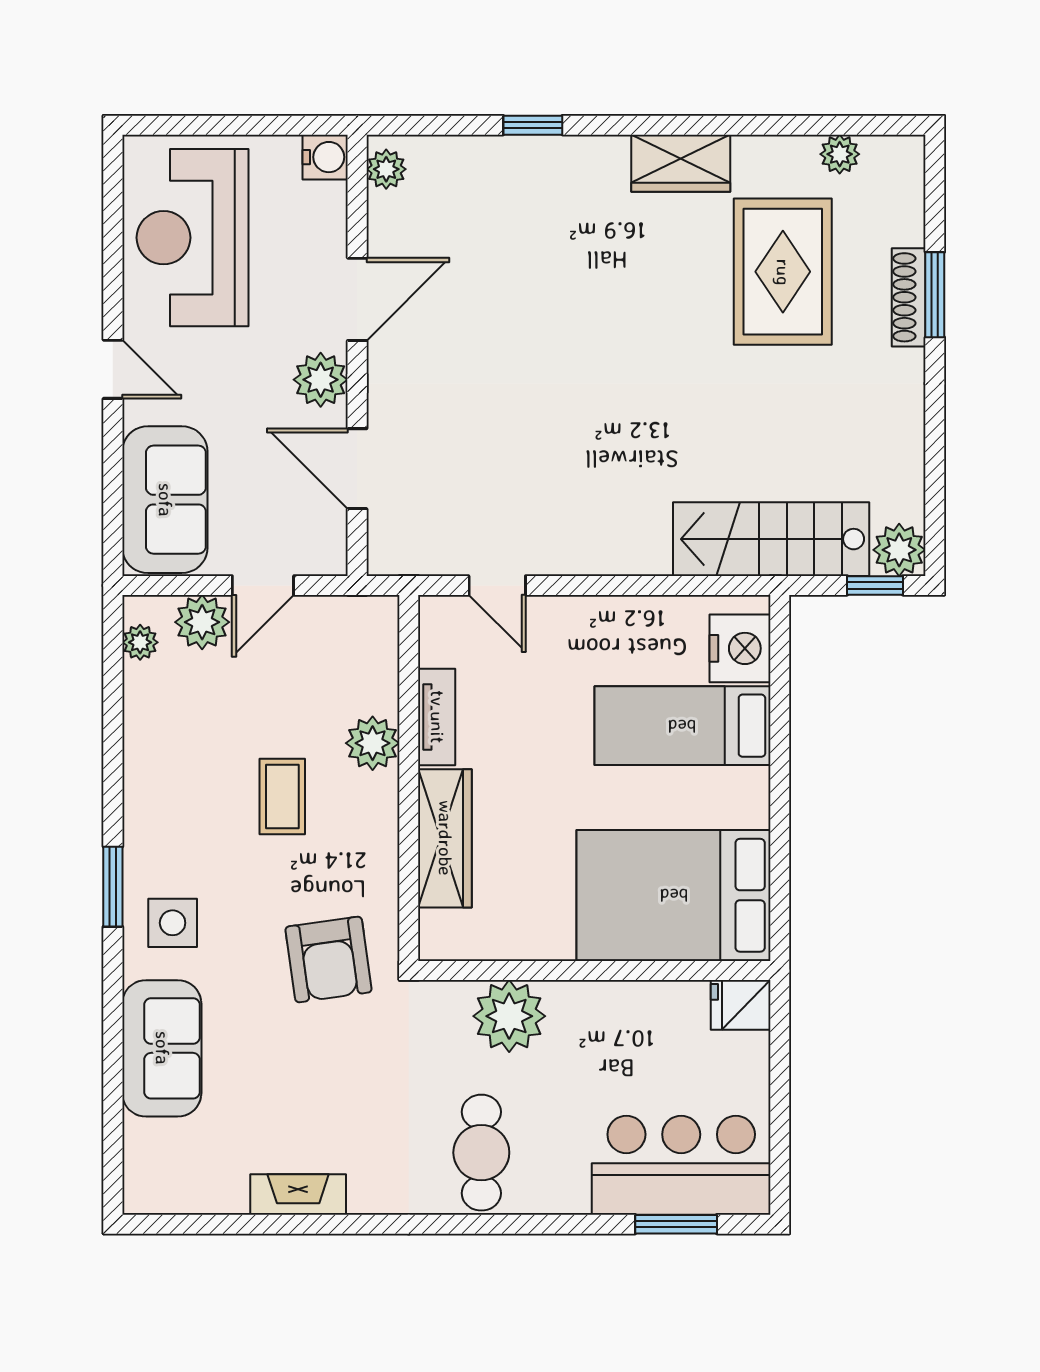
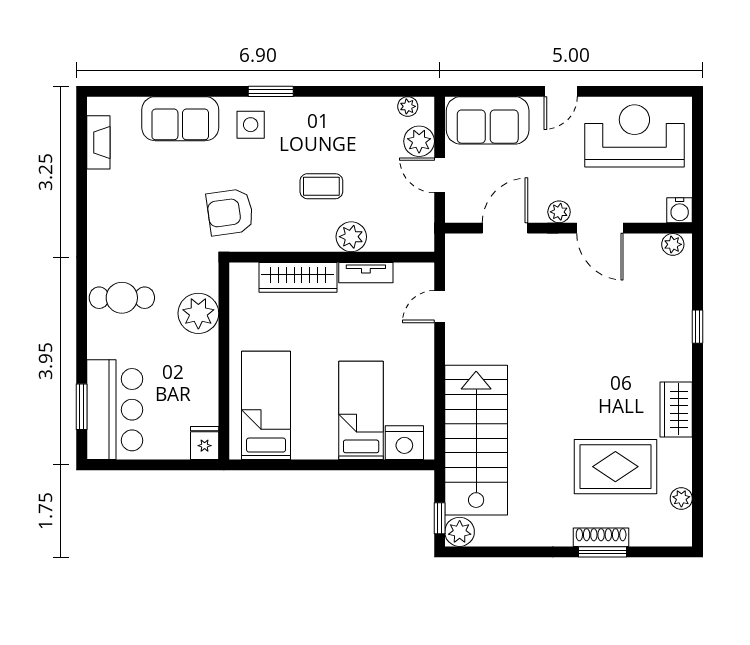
plant: (321, 380) -> (559, 212), width x0.73, depth x0.73
stairs: (771, 539) -> (476, 440), width x1.36, depth x1.51
bed: (674, 895) -> (266, 405), width x0.67
fireplace: (298, 1194) -> (98, 142), moved

